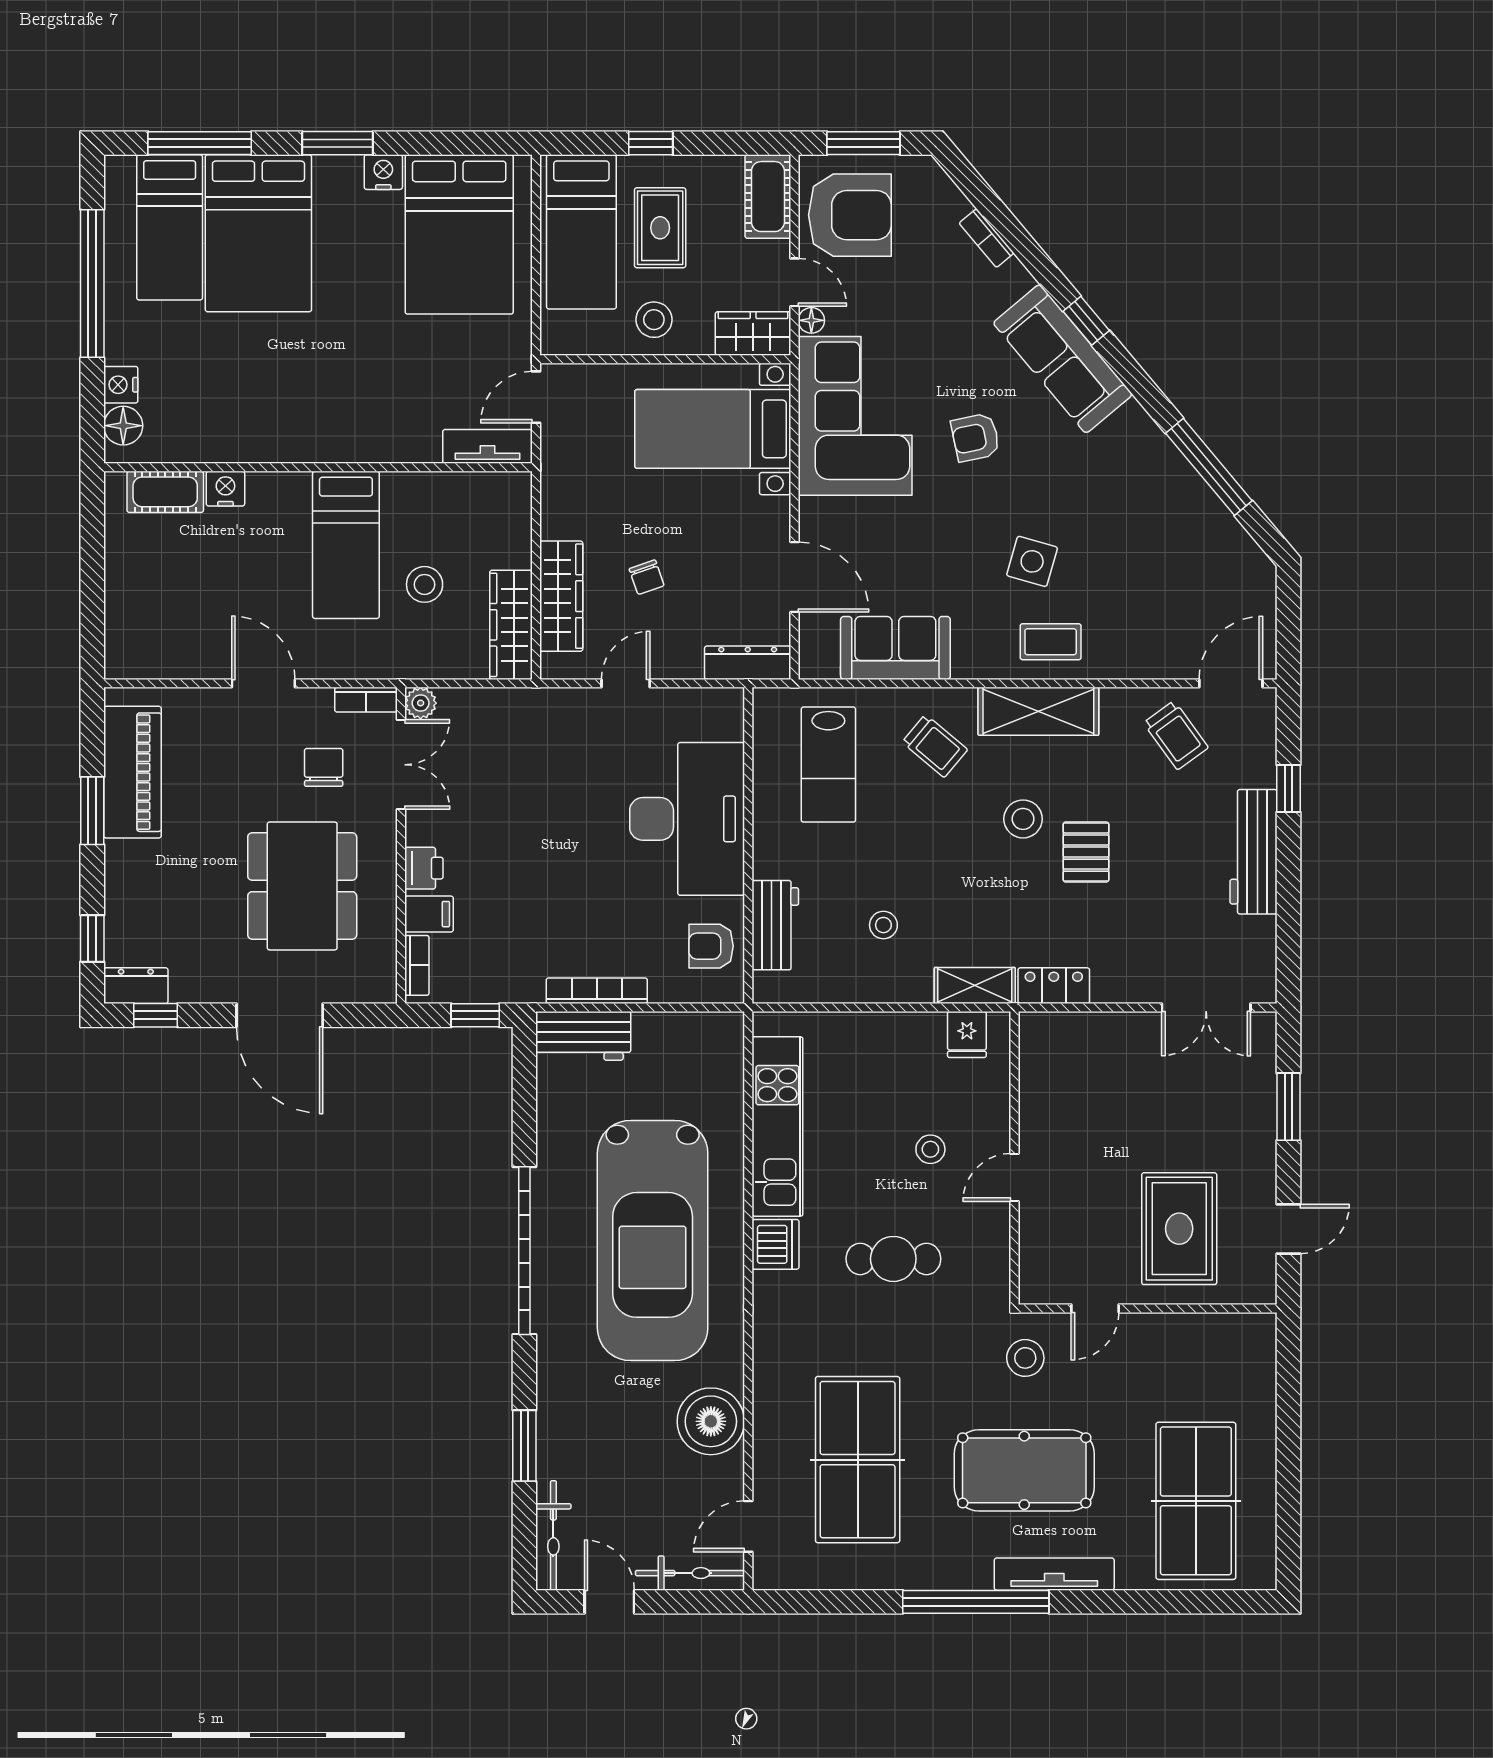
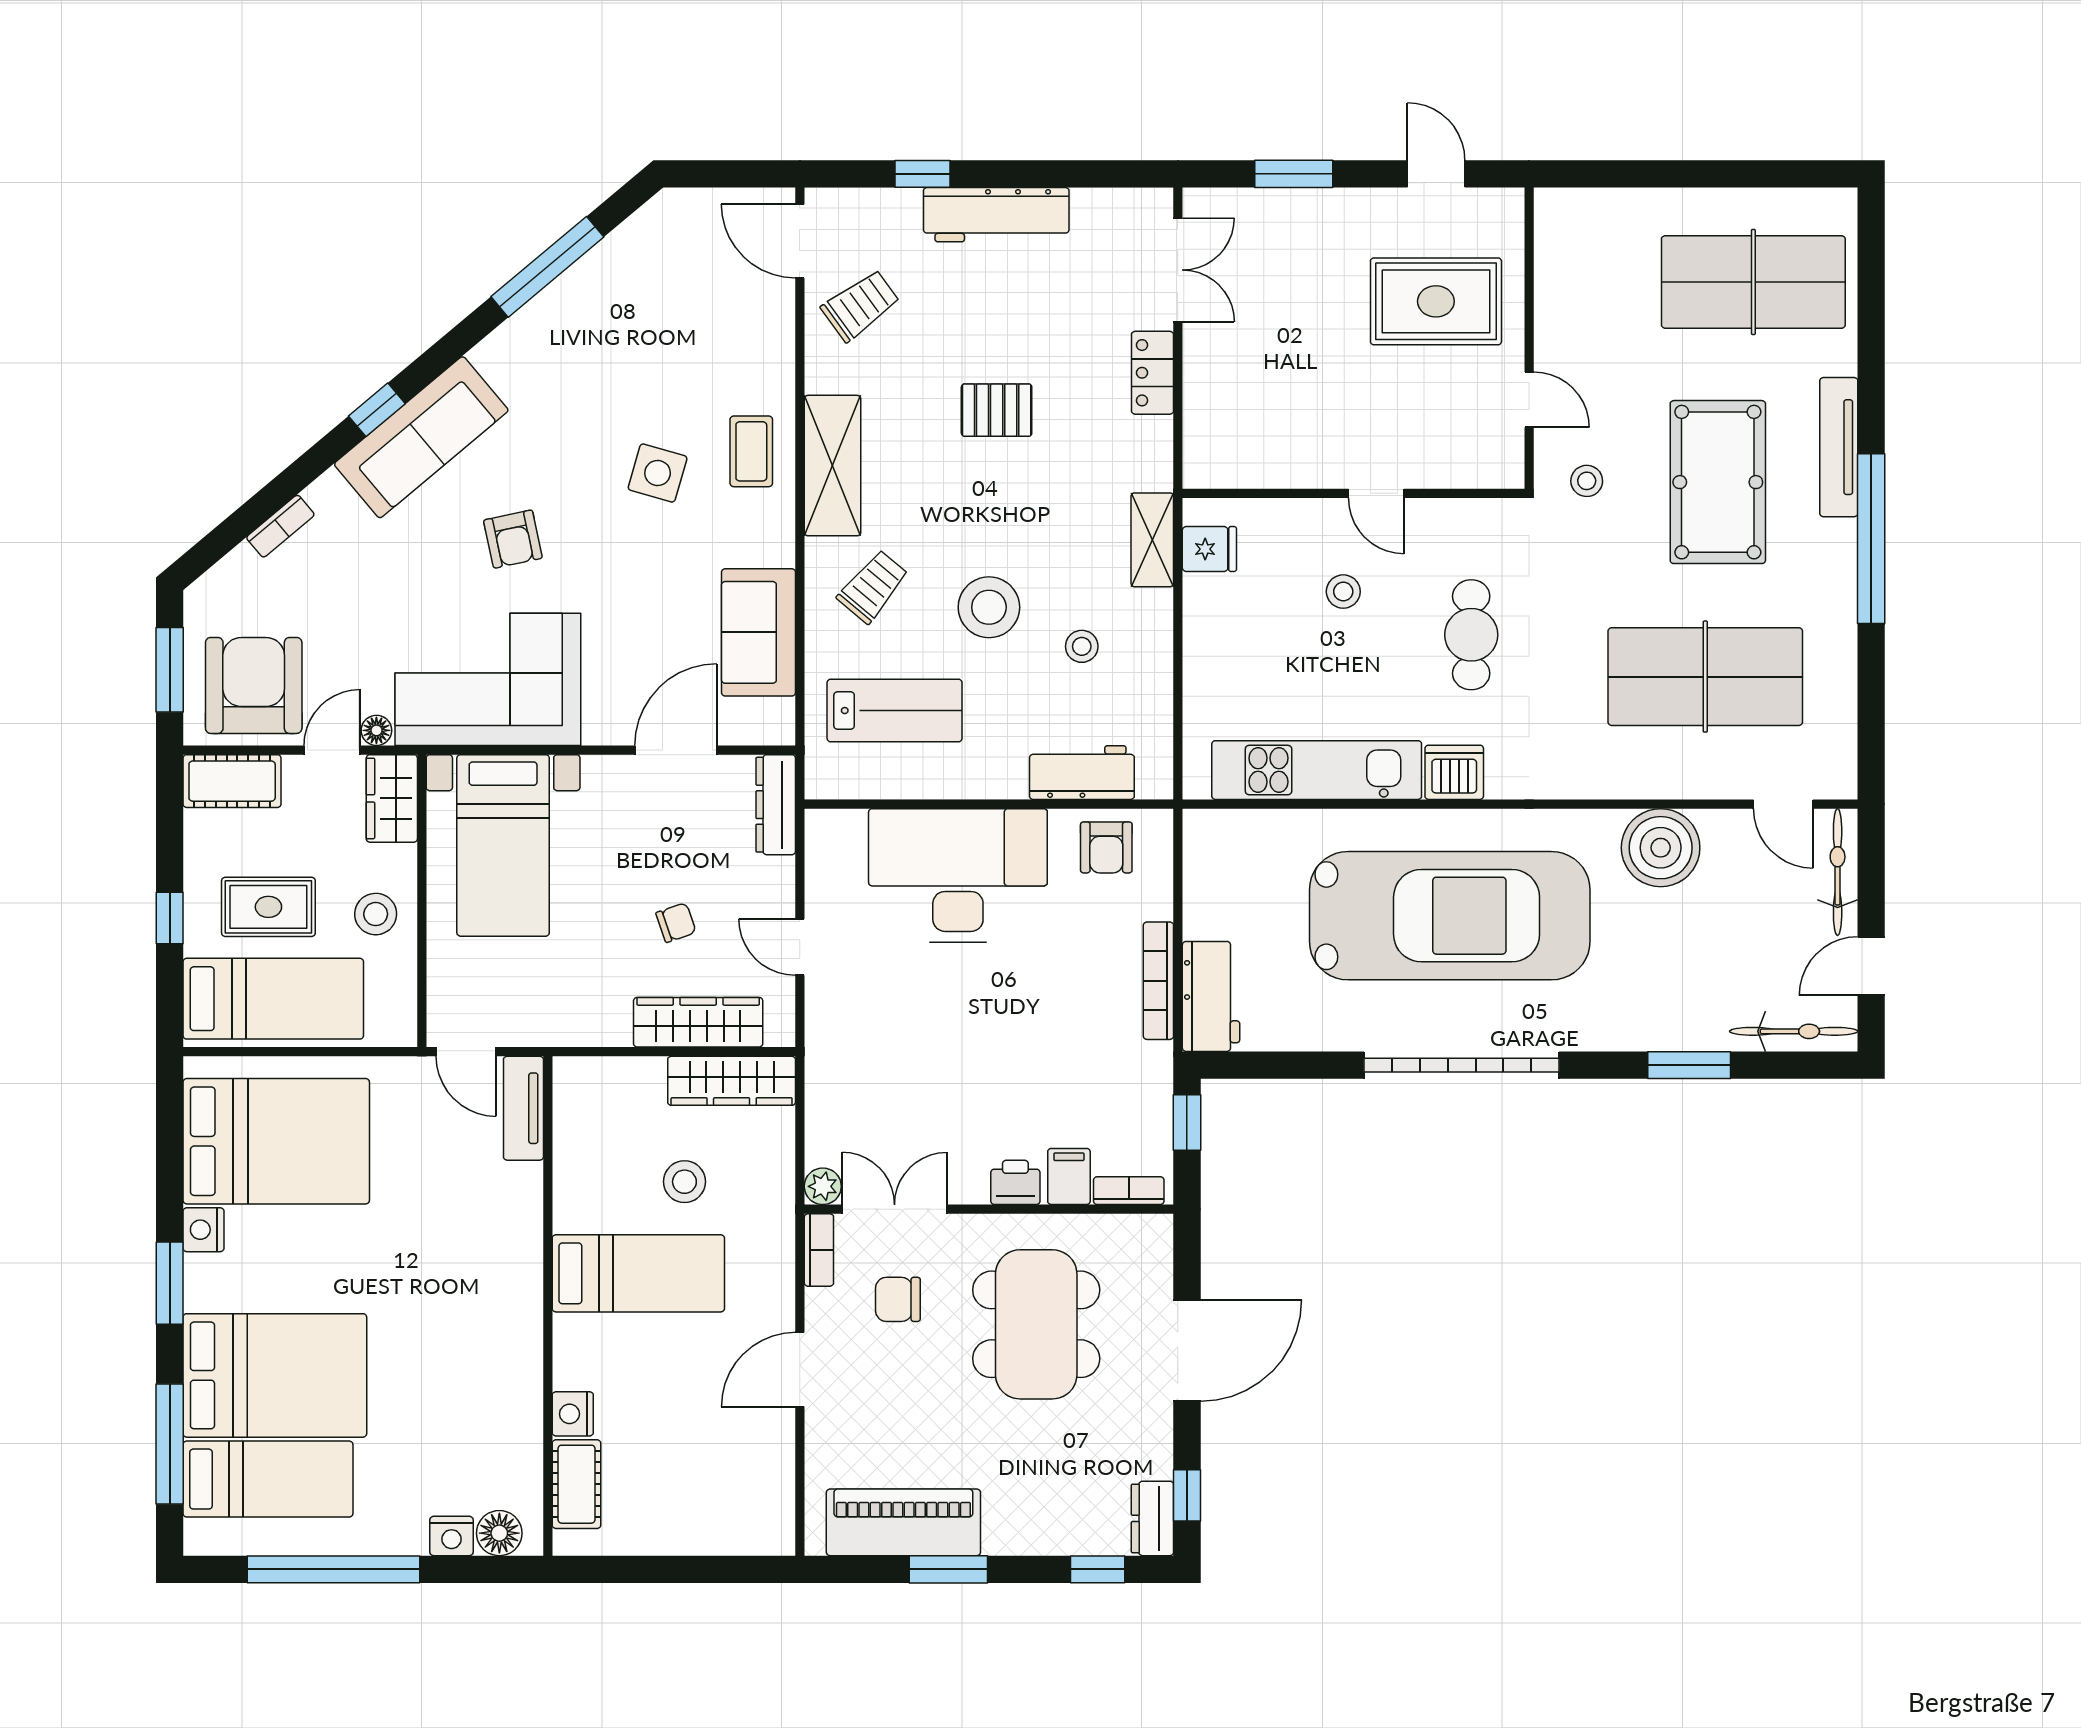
stool: (1023, 819) -> (989, 607), moved, width x1.38, depth x1.38
dining table: (302, 886) -> (1036, 1324), turned 90
locker: (1054, 986) -> (1153, 373), moved
stool: (1025, 1358) -> (1587, 481), width x0.73, depth x0.73

